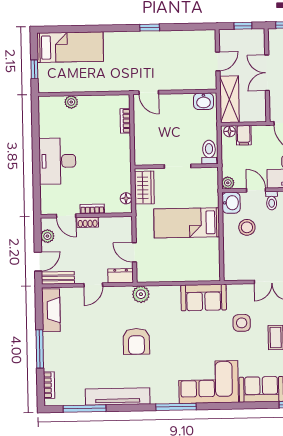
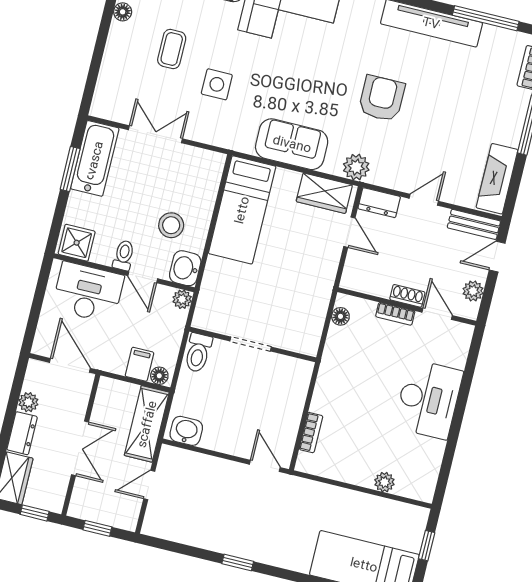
wardrobe: (144, 188) -> (324, 193), moved, turned -90
bed: (187, 223) -> (242, 210), moved, turned 90
sofa: (204, 297) -> (292, 144), moved

